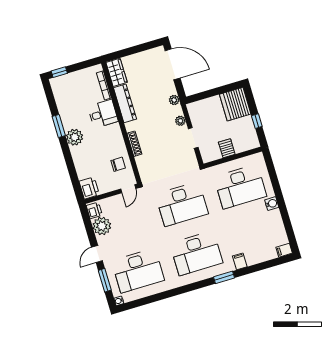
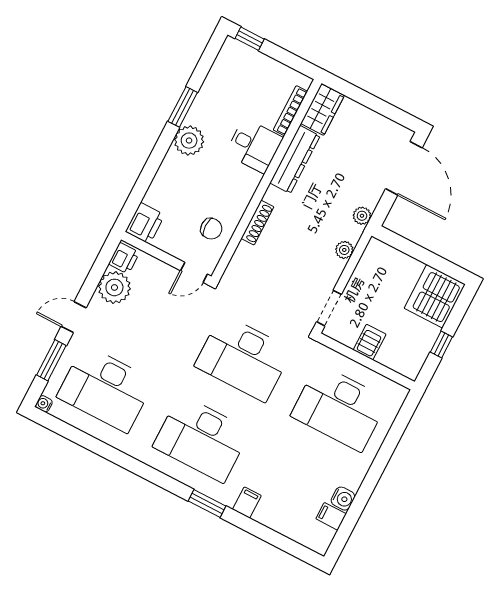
doorway: (193, 138) -> (329, 308), moved
water cooler: (272, 204) -> (343, 499), moved
filing cabinet: (284, 250) -> (331, 516), moved

